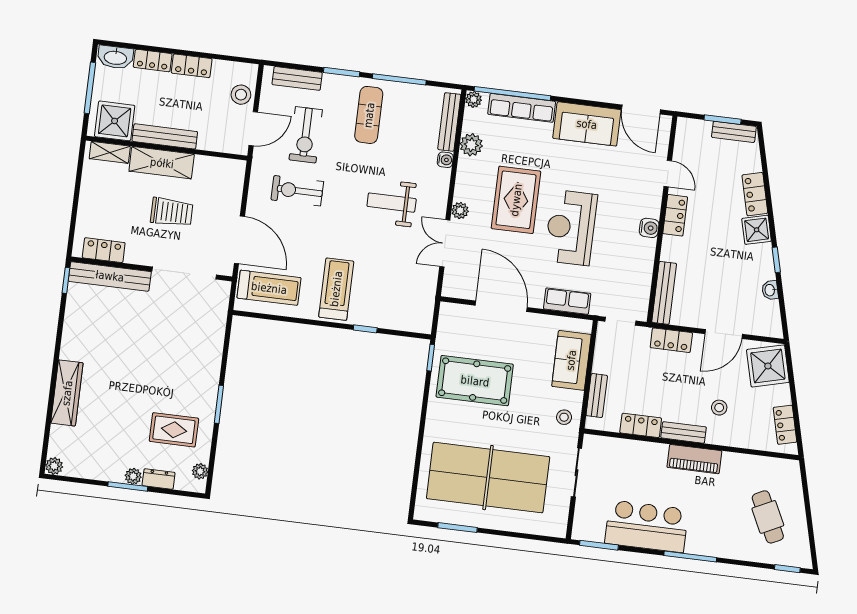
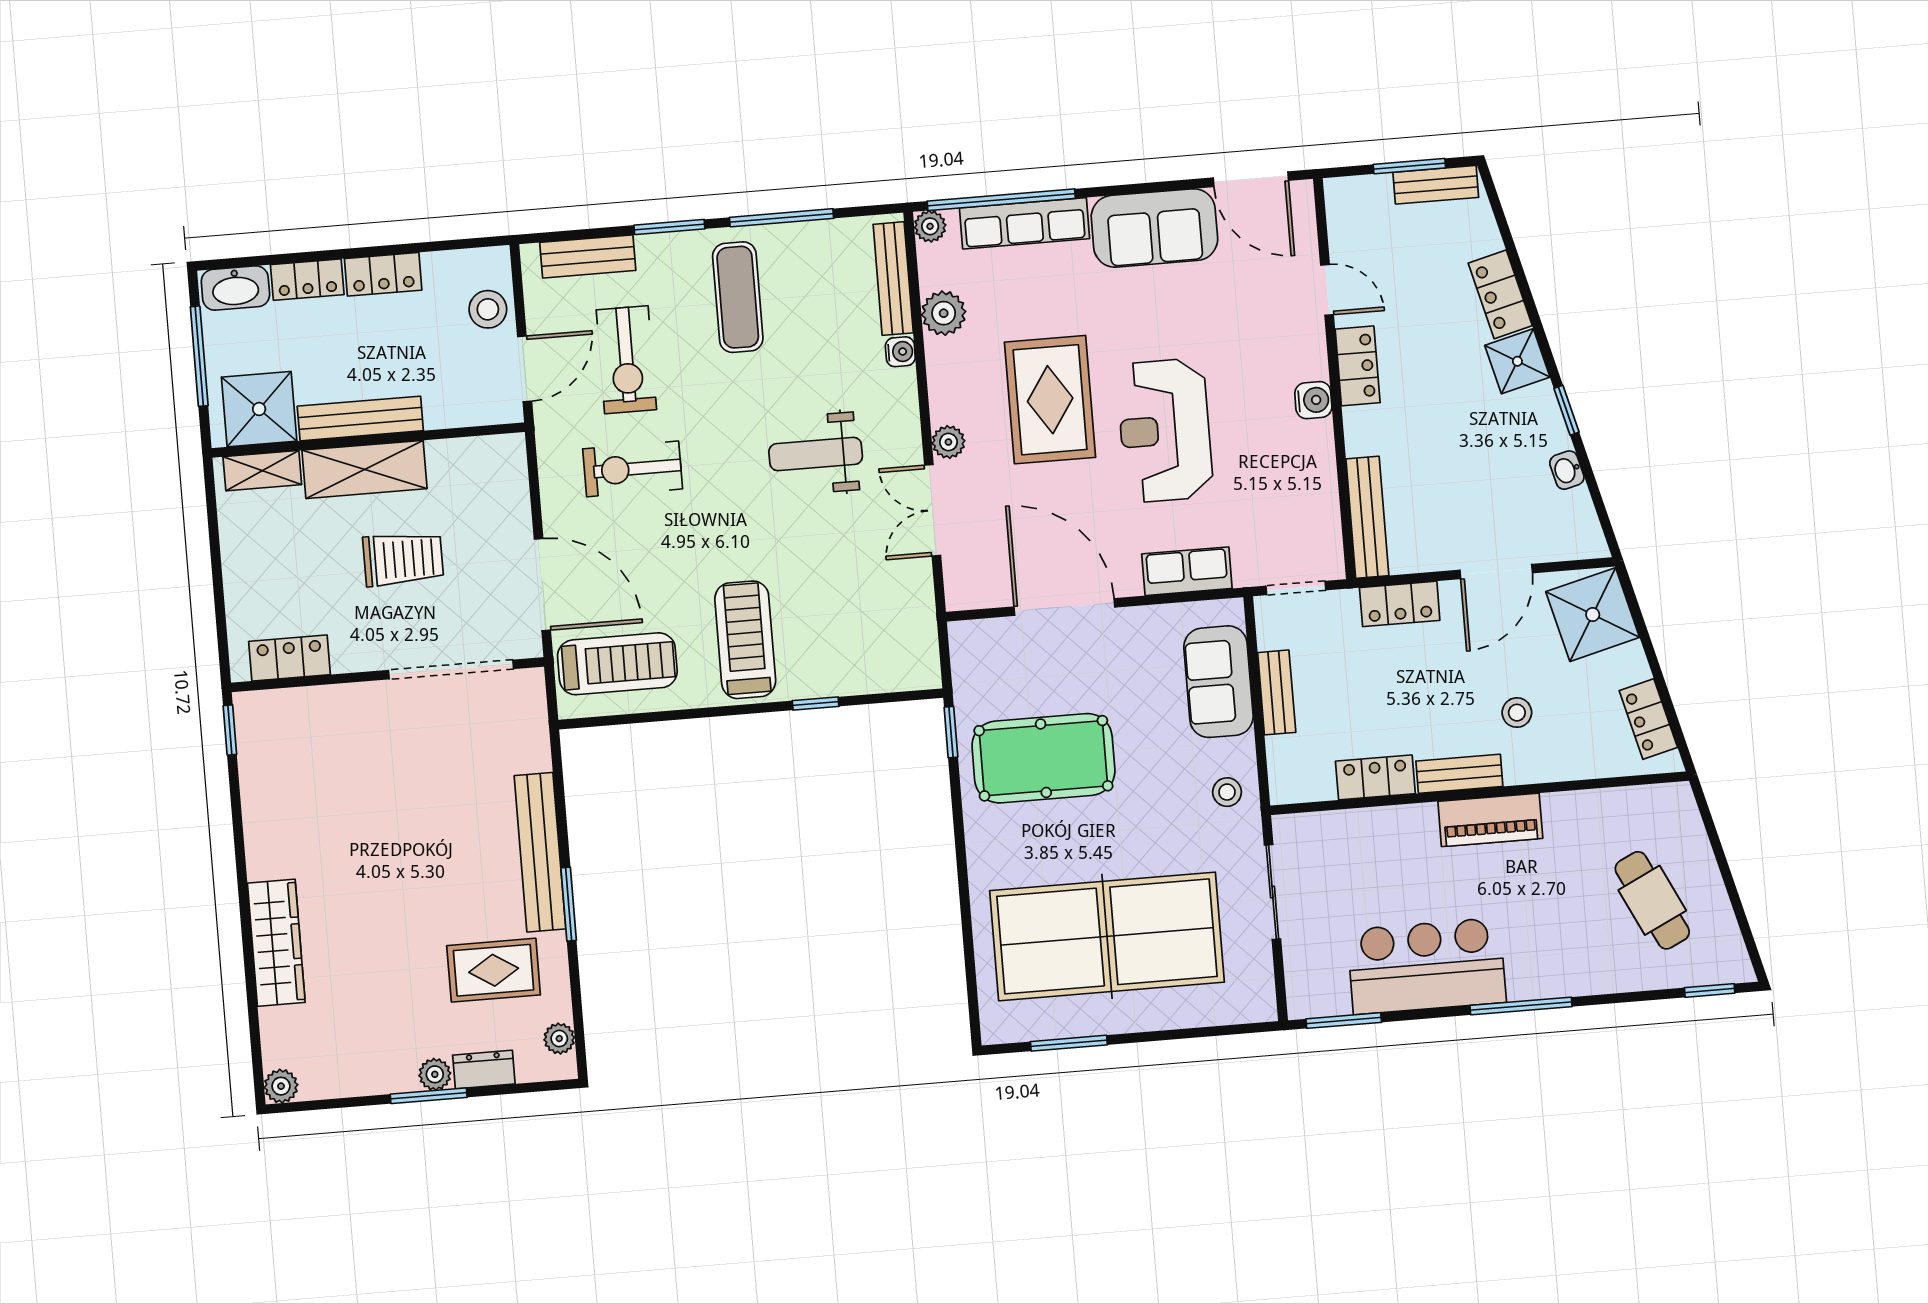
bench: (110, 276) -> (540, 852), moved, turned 90
bench: (597, 396) -> (1277, 692), moved

